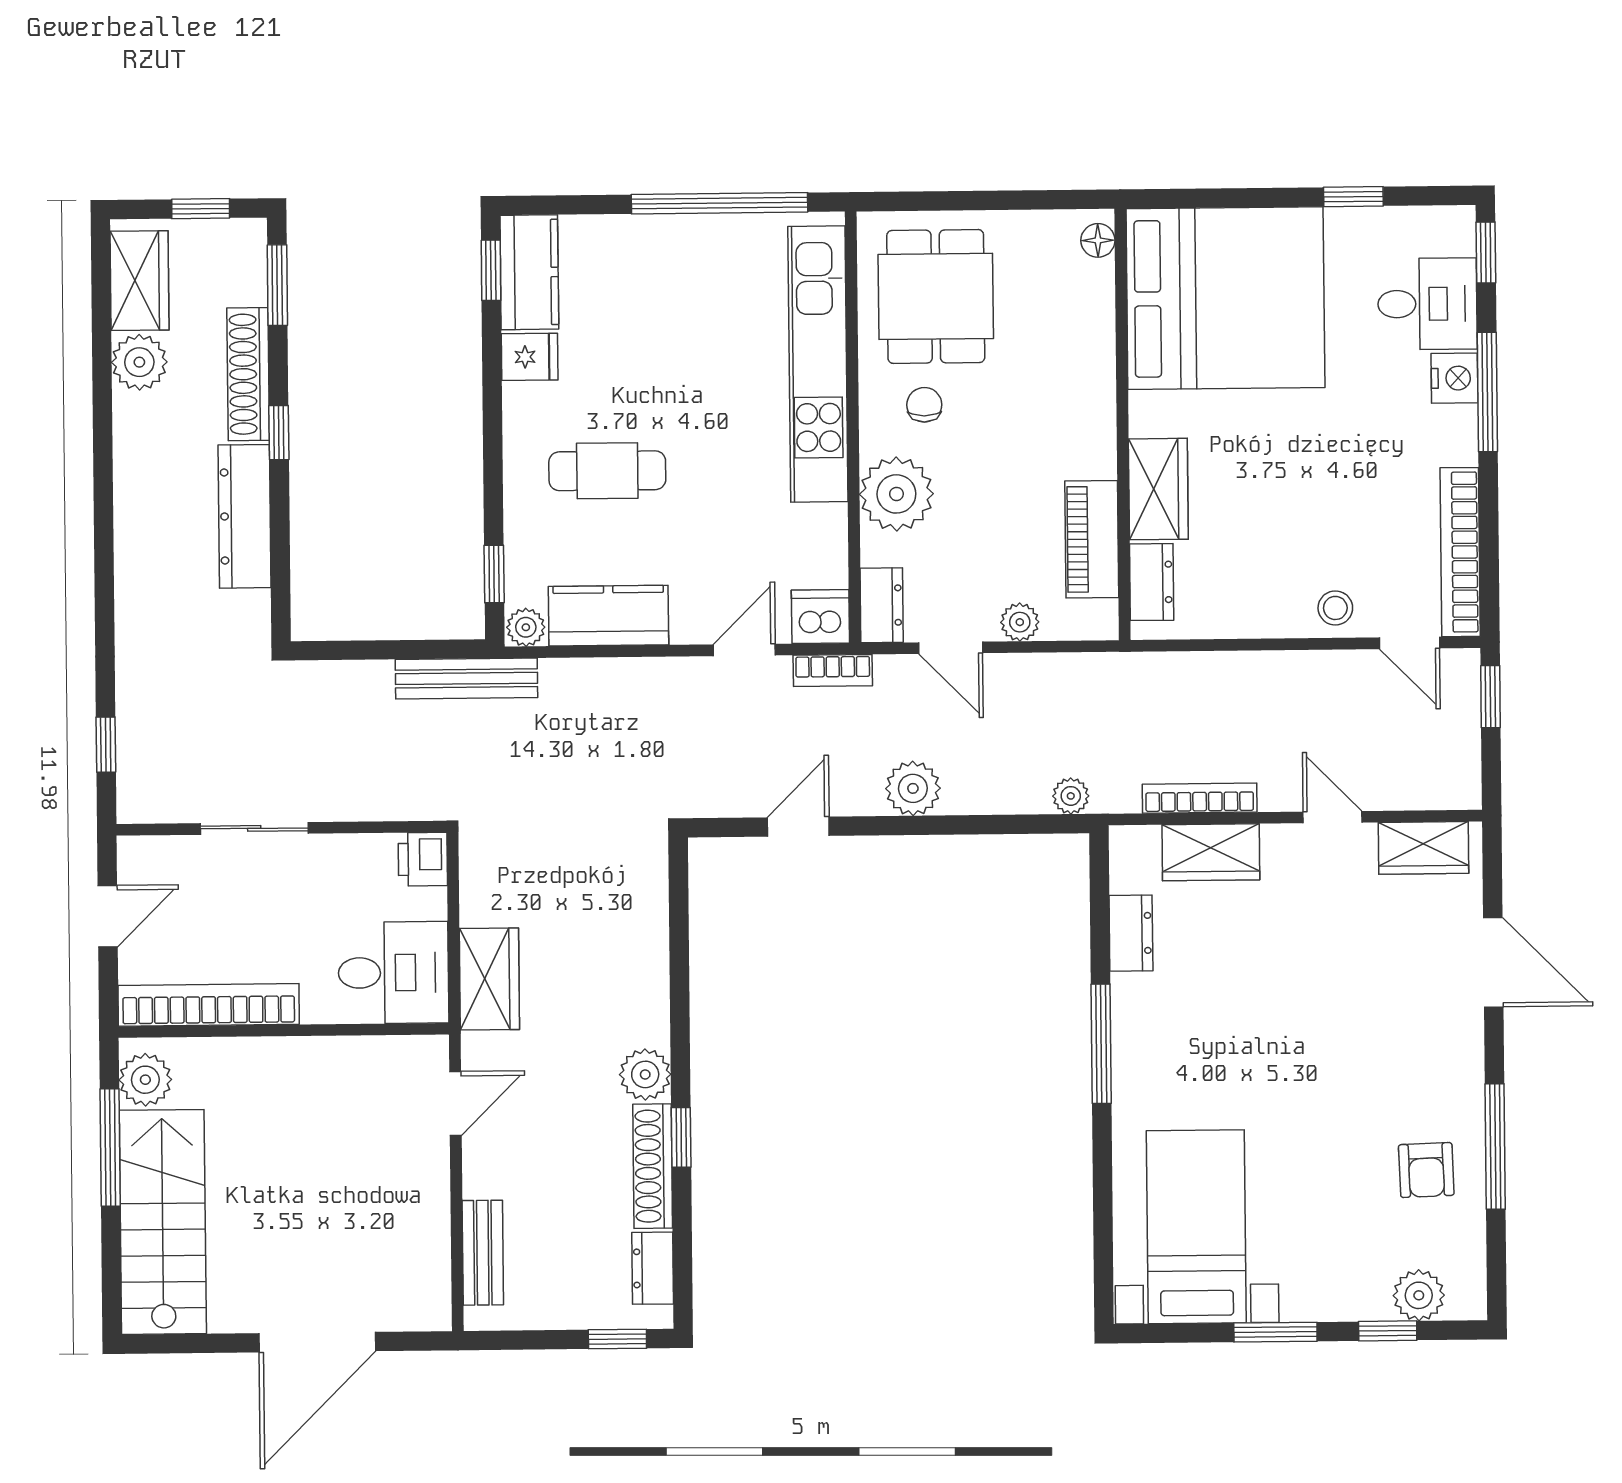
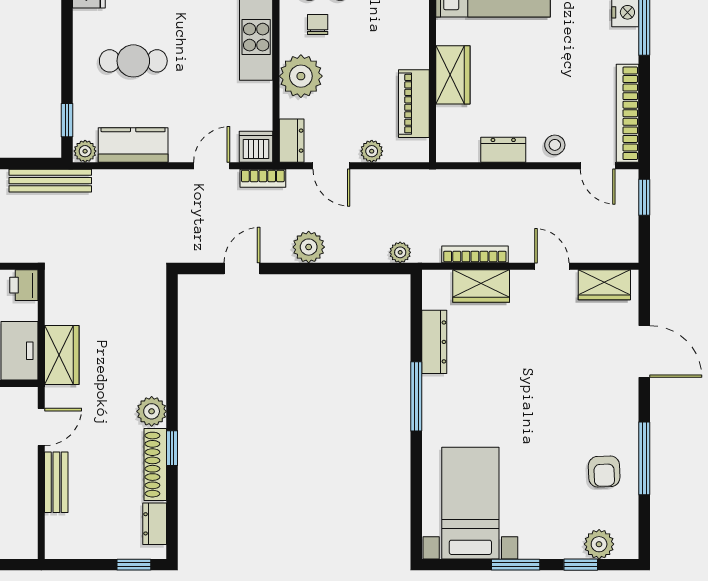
dresser: (1152, 582) -> (503, 150), moved, turned -90
dresser: (1131, 933) -> (434, 342), width x1.44
bench: (483, 1253) -> (56, 482), moved

